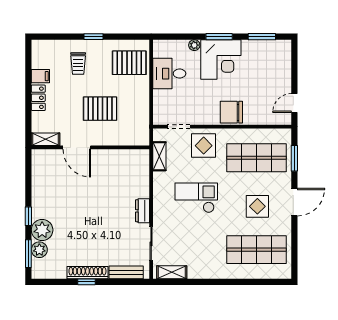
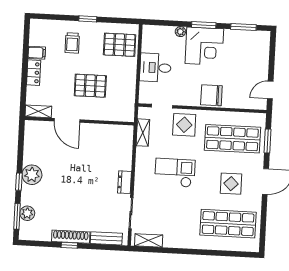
desk: (169, 74) -> (155, 68), moved
plant: (42, 230) -> (32, 175), moved

